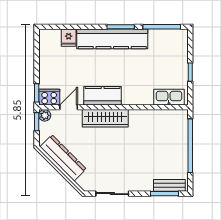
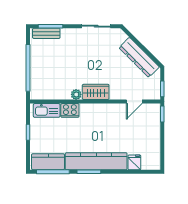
kitchen counter: (103, 96) -> (48, 162), moved, turned 180
cooker: (49, 97) -> (70, 110), moved
plant: (45, 115) -> (76, 94), moved
wardrobe: (105, 118) -> (96, 92), width x0.67

